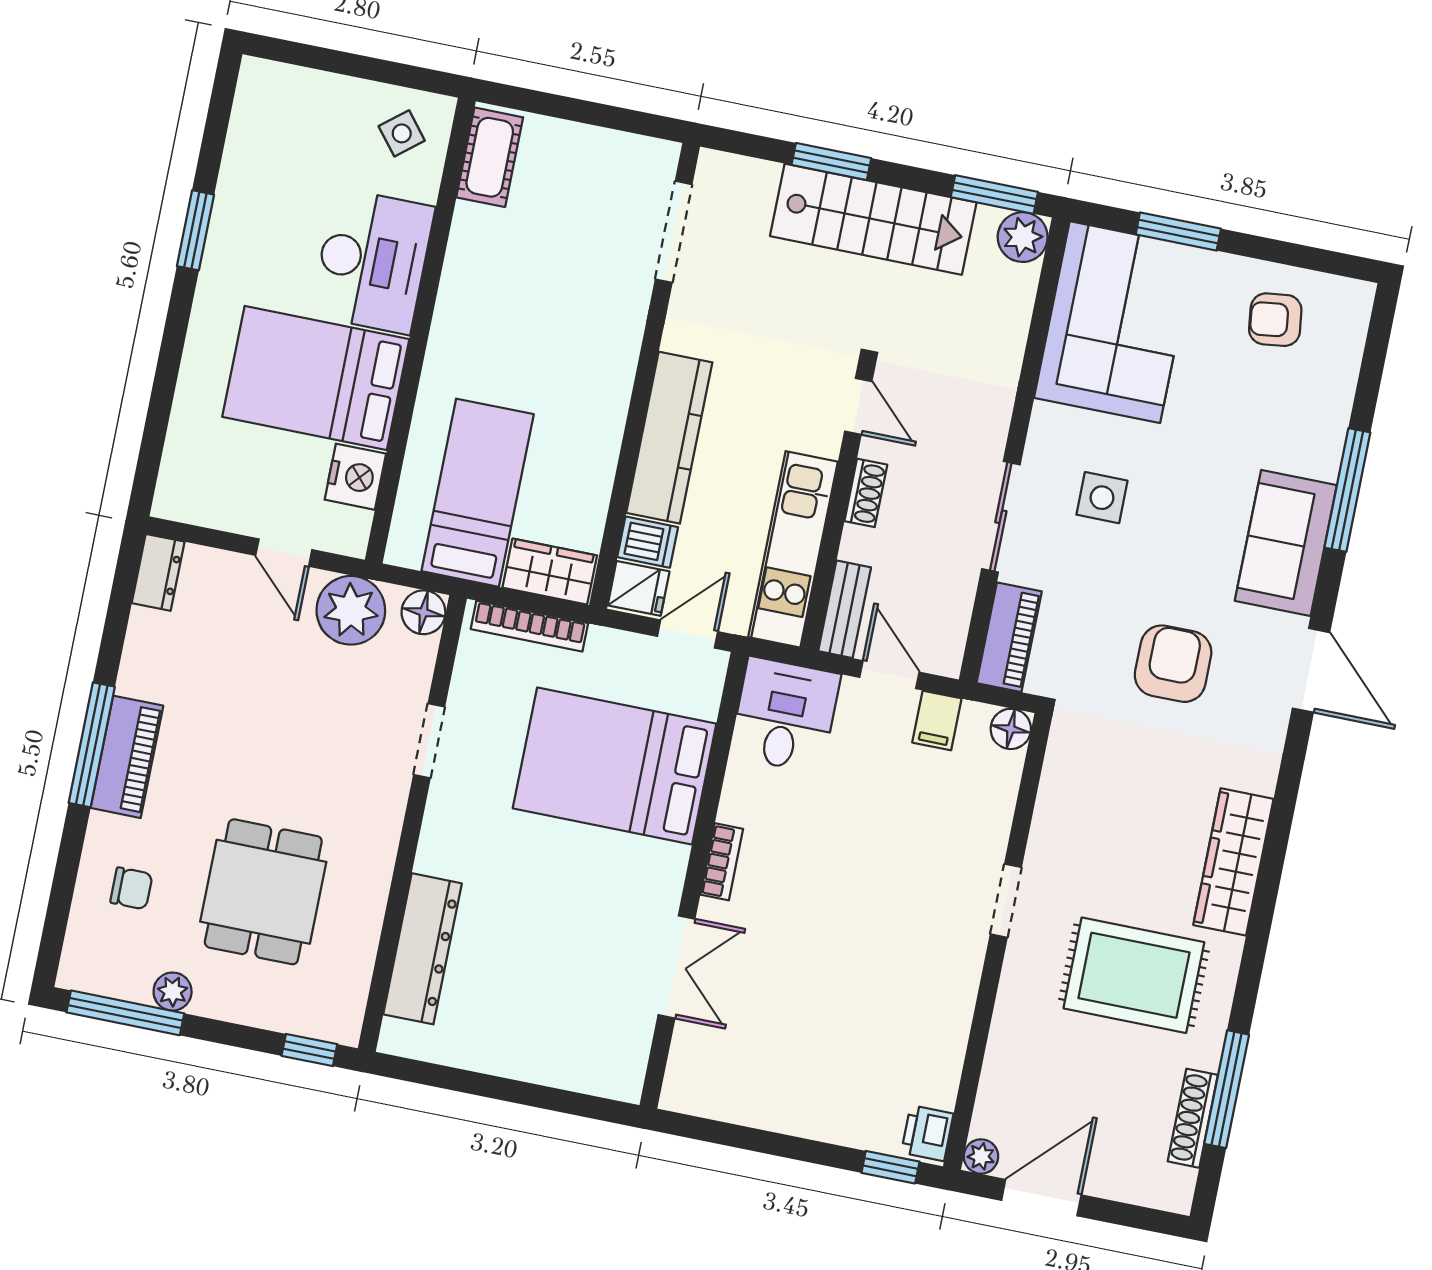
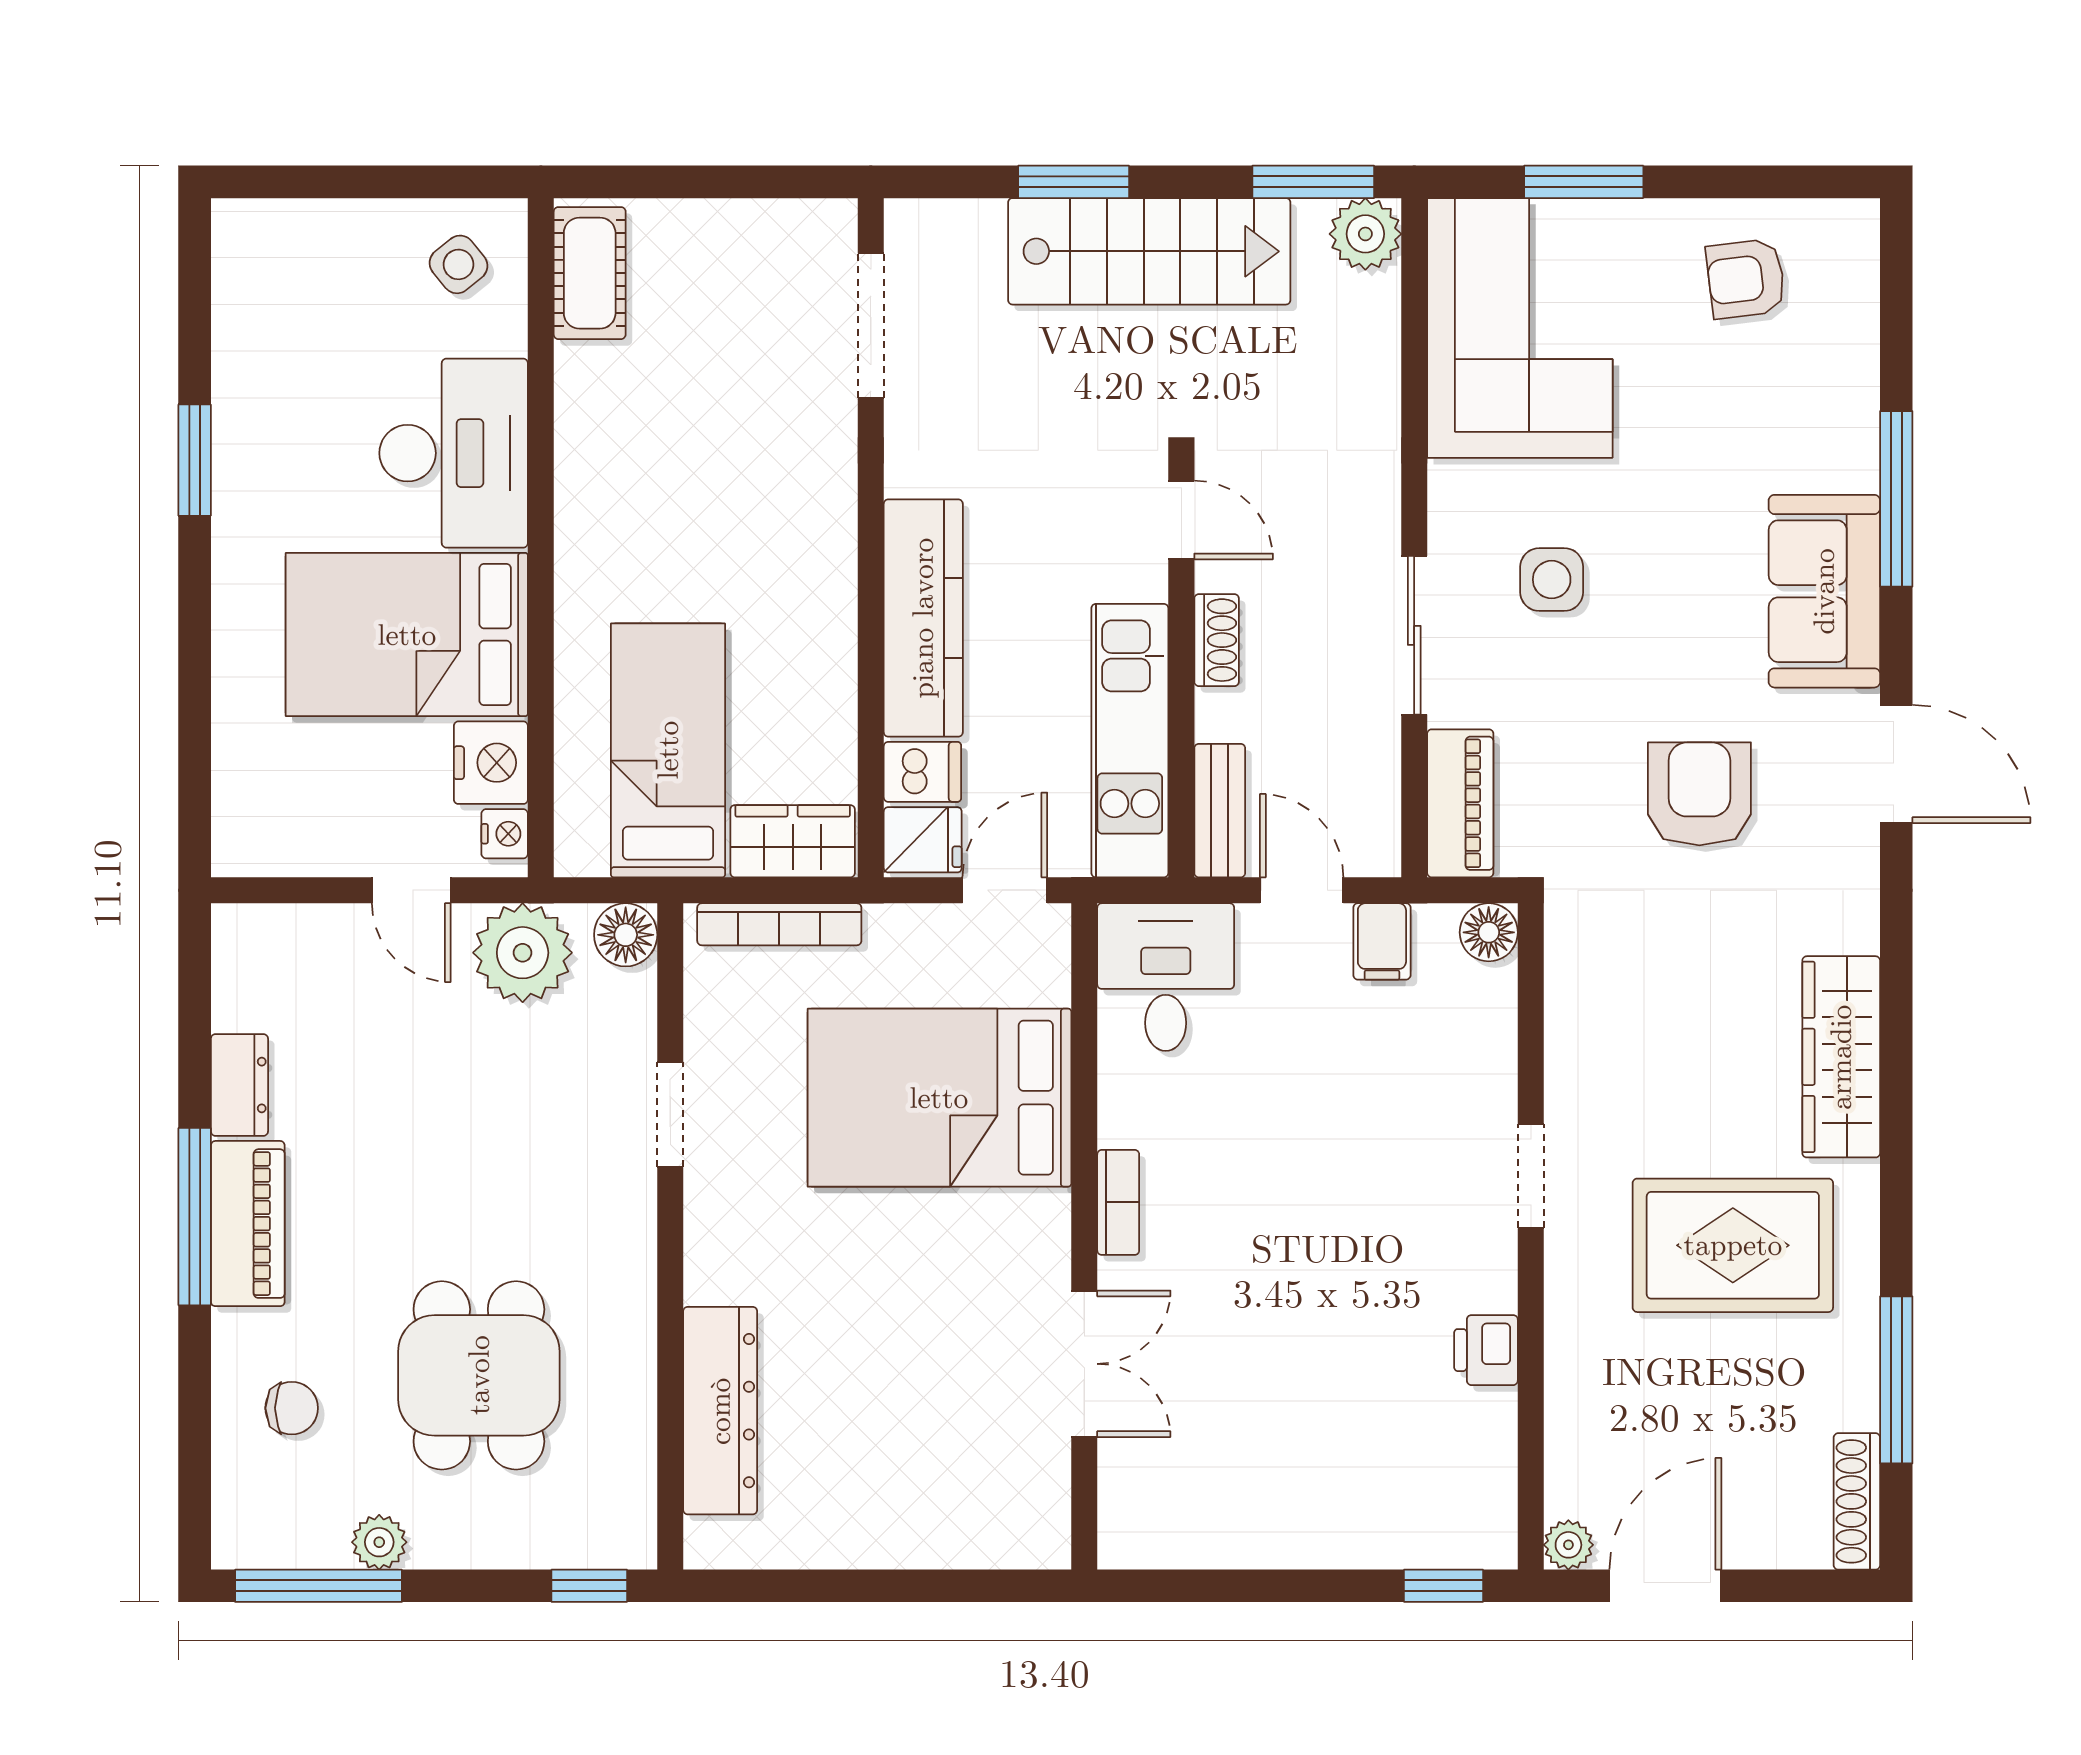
nightstand: (355, 527) -> (505, 834), added
dresser: (158, 572) -> (239, 1085), moved
shoe rack: (1193, 1118) -> (1857, 1501), moved
printer: (927, 1133) -> (1486, 1350), moved

